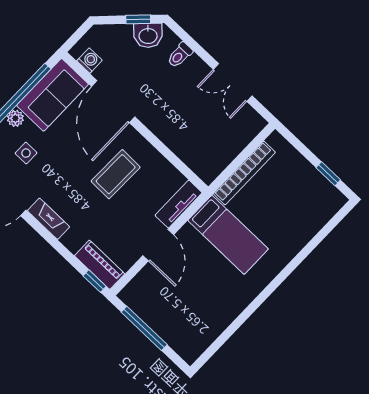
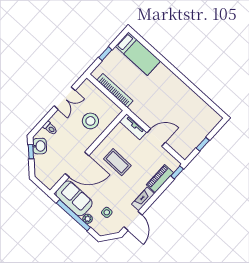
washing machine: (90, 61) -> (54, 178), removed
stool: (191, 128) -> (90, 121), added
window: (328, 174) -> (105, 54), moved
bed: (228, 235) -> (138, 54), moved, turned 90
piano: (100, 265) -> (160, 179), moved
window: (144, 328) -> (203, 144), width x0.46

